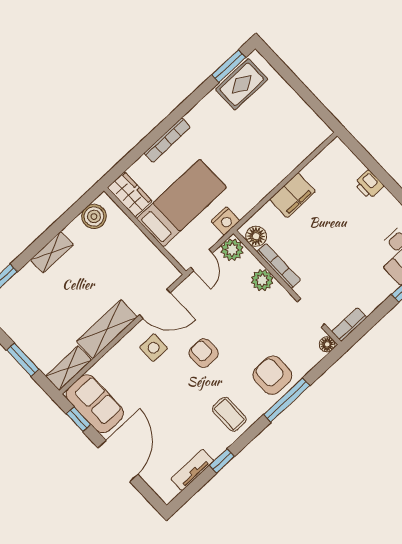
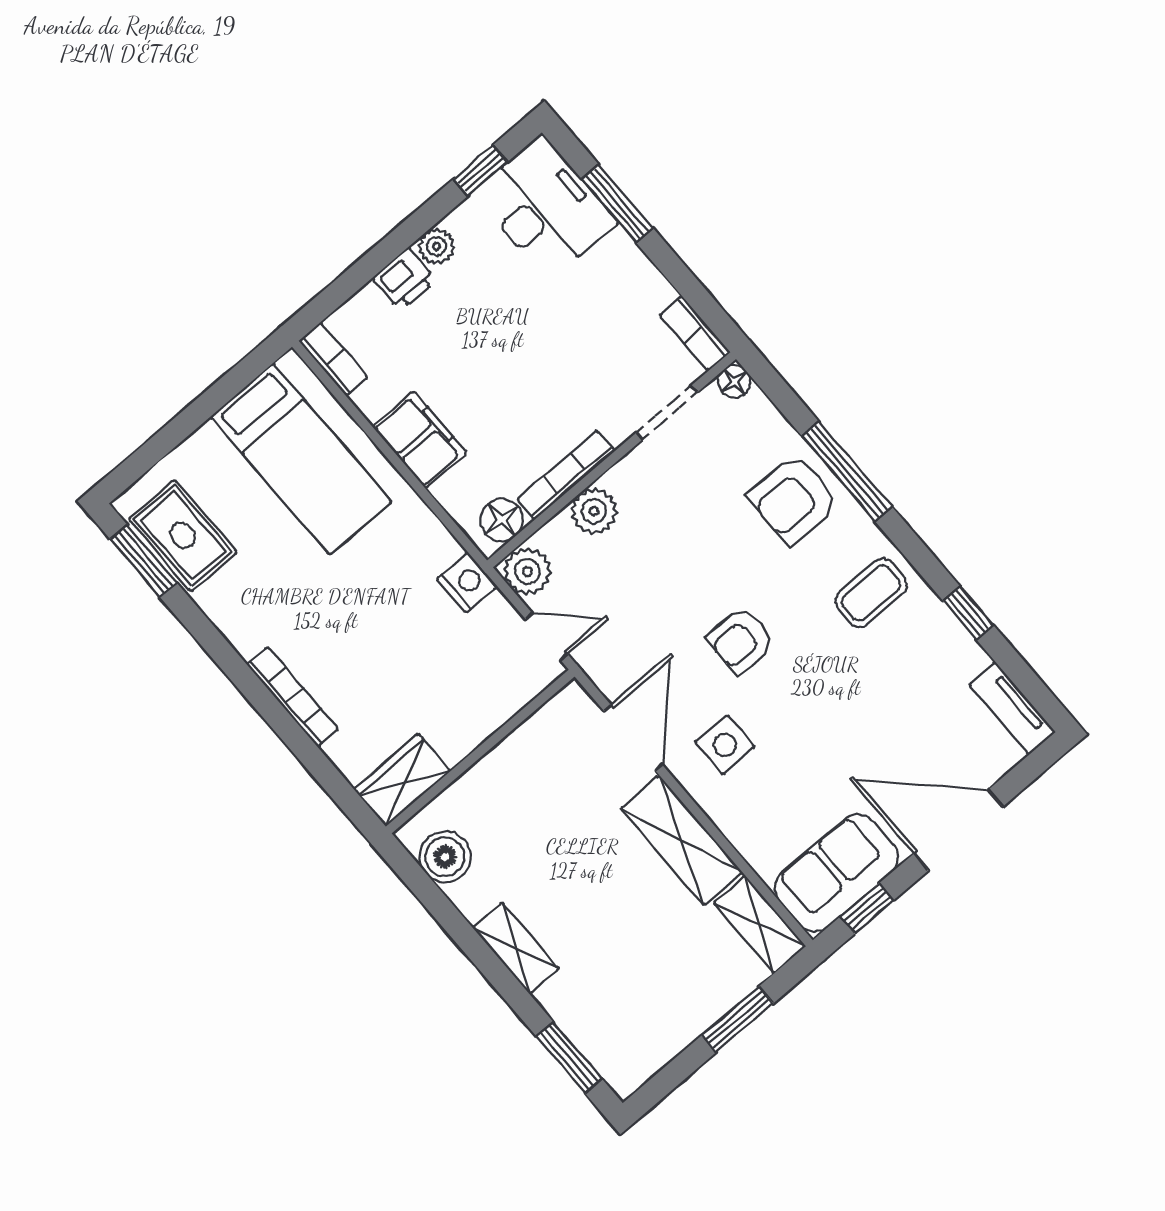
bookcase: (329, 152) -> (333, 359), added
plant: (385, 199) -> (436, 246), added
bed: (181, 203) -> (301, 459), moved, turned 180
tv unit: (192, 470) -> (1012, 708), moved

